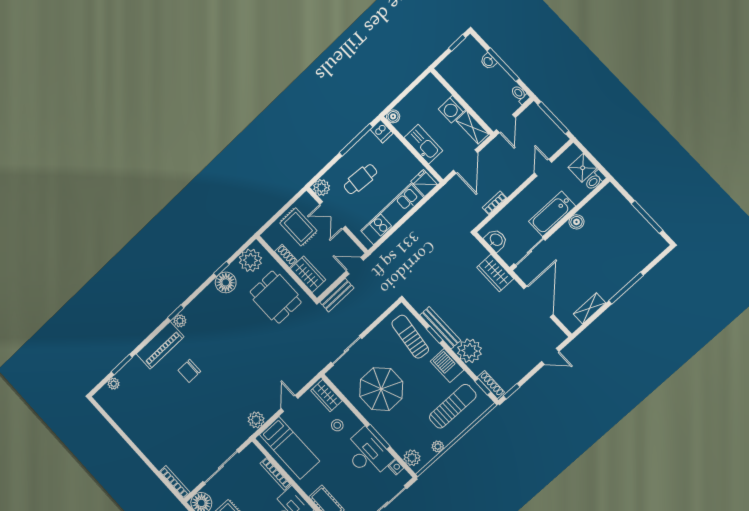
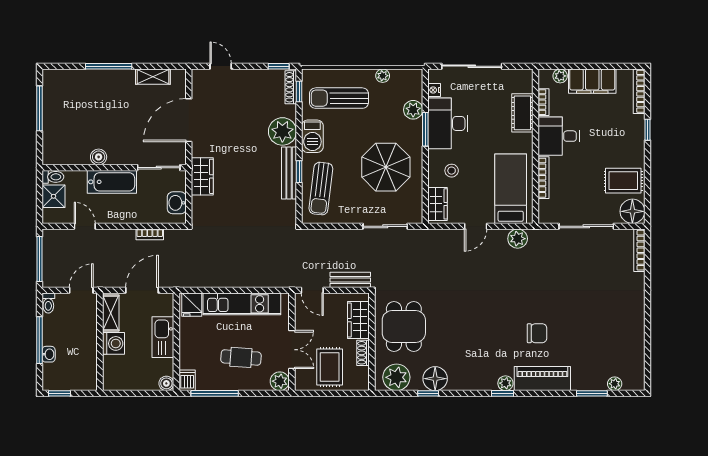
door: (543, 168) -> (85, 226), swing flipped
plant: (412, 458) -> (413, 110), moved

